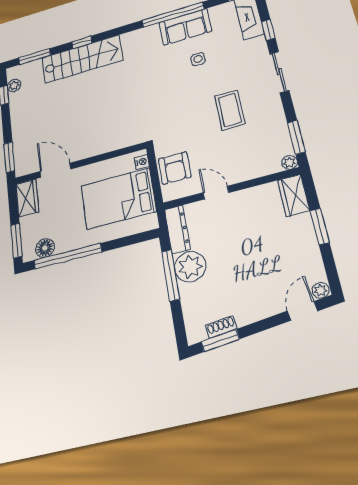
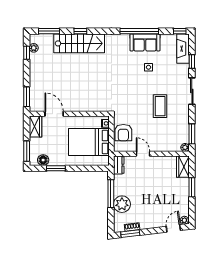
dresser: (177, 229) -> (119, 165), width x0.70
window: (68, 256) -> (56, 168), width x0.47
plant: (190, 267) -> (122, 204), moved

